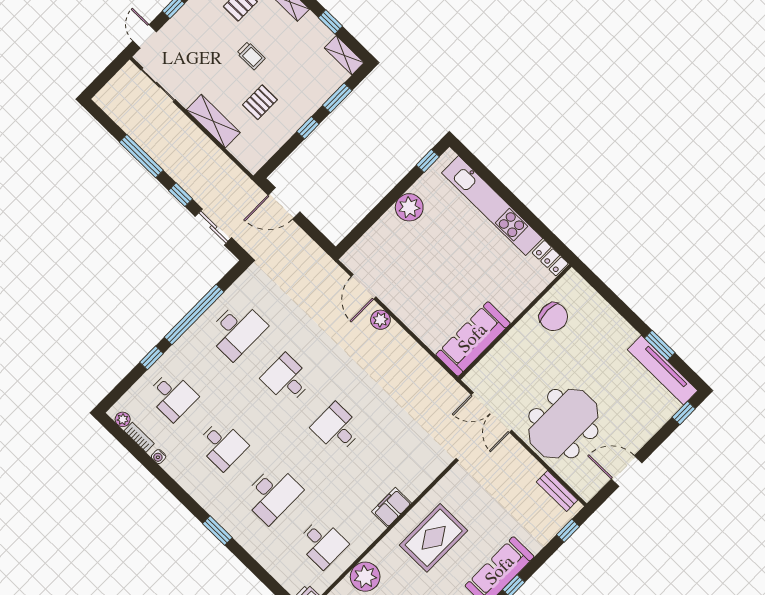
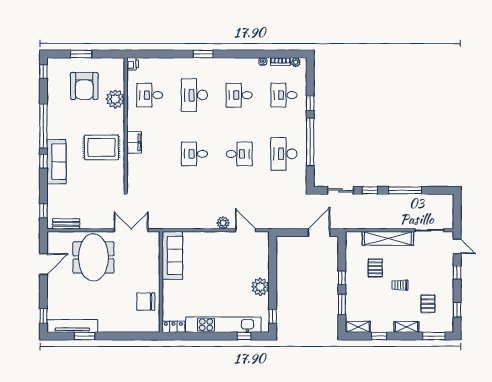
shelving: (213, 121) -> (388, 238), width x1.47
window: (481, 170) -> (244, 336), added
desk: (337, 428) -> (194, 154), turned 180
rug: (434, 538) -> (101, 147), turned 90

